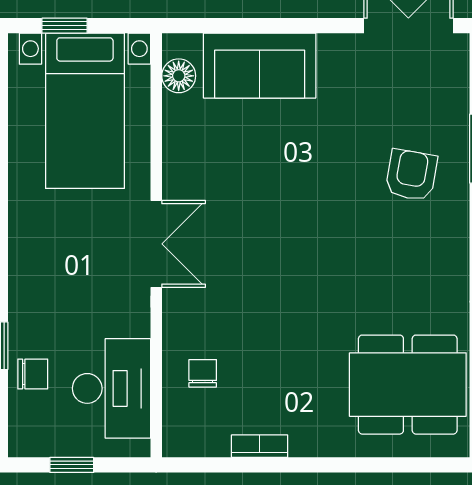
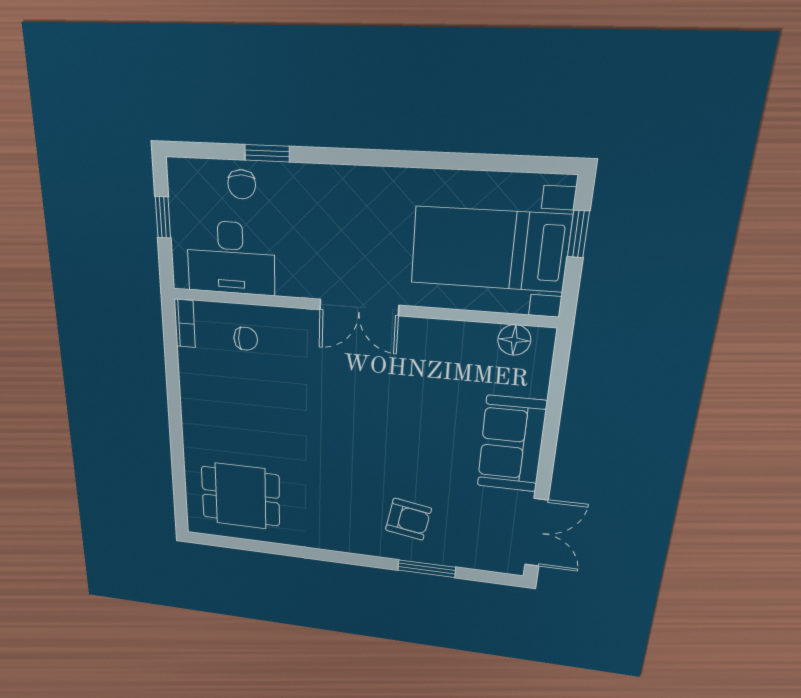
sofa: (260, 66) -> (512, 444), moved
dining table: (408, 385) -> (241, 496), width x0.73
bookcase: (260, 446) -> (185, 323), moved

